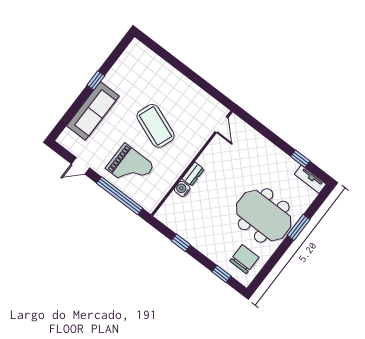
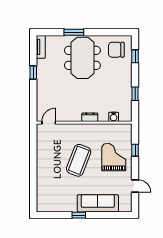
window: (300, 159) -> (33, 72), moved
water cooler: (182, 189) -> (114, 117), moved
window: (120, 196) -> (135, 150), width x0.32

